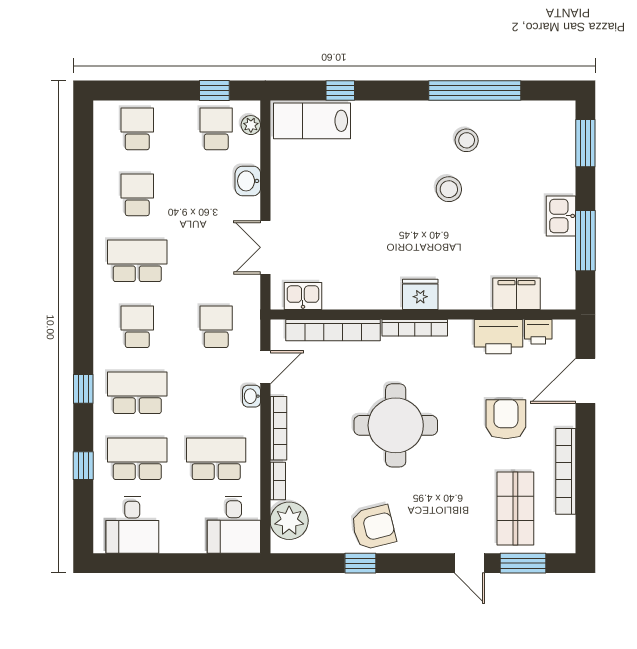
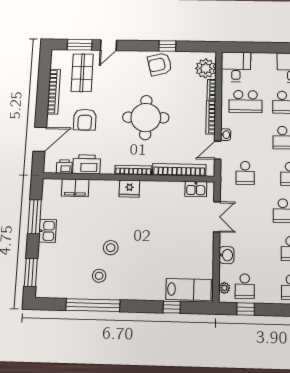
door: (470, 563) -> (108, 45), swing flipped

